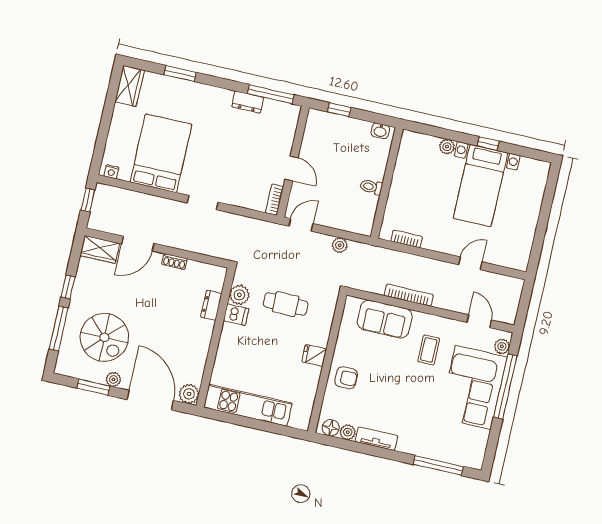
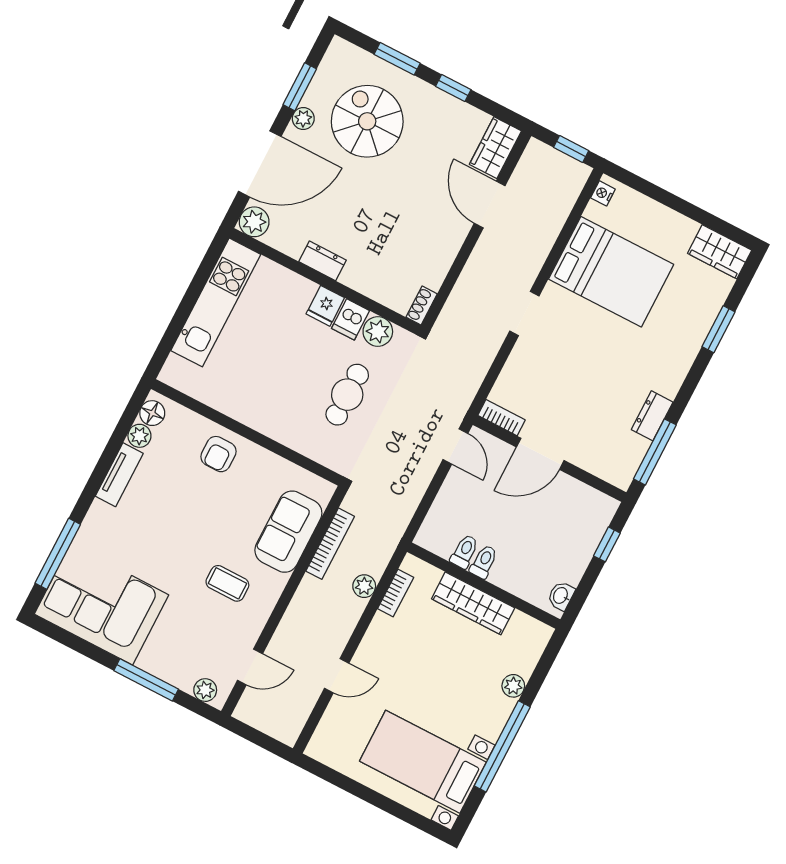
window: (488, 144) -> (502, 746), width x3.17
door: (291, 168) -> (540, 454), width x1.37
bed with nightstands: (480, 186) -> (423, 762), moved
wardrobe: (400, 187) -> (473, 603), added
toilet: (368, 201) -> (465, 552), added
plant: (340, 245) -> (364, 586), moved
shoe rack: (174, 262) -> (422, 305), moved
door: (470, 263) -> (337, 676), hinge flipped
bookcase: (409, 295) -> (330, 544), moved
dresser: (211, 305) -> (323, 261), moved
window: (59, 328) -> (397, 59), width x0.69
spiral stairs: (104, 337) -> (367, 121), turned 90
fridge: (314, 355) -> (325, 306), moved, turned 180
window: (505, 386) -> (146, 680), width x0.68
corner sofa: (473, 387) -> (101, 604), moved

